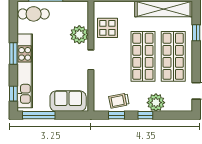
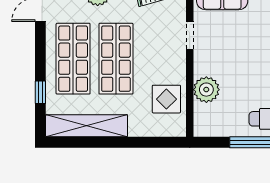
doorway: (91, 60) -> (190, 35), moved

